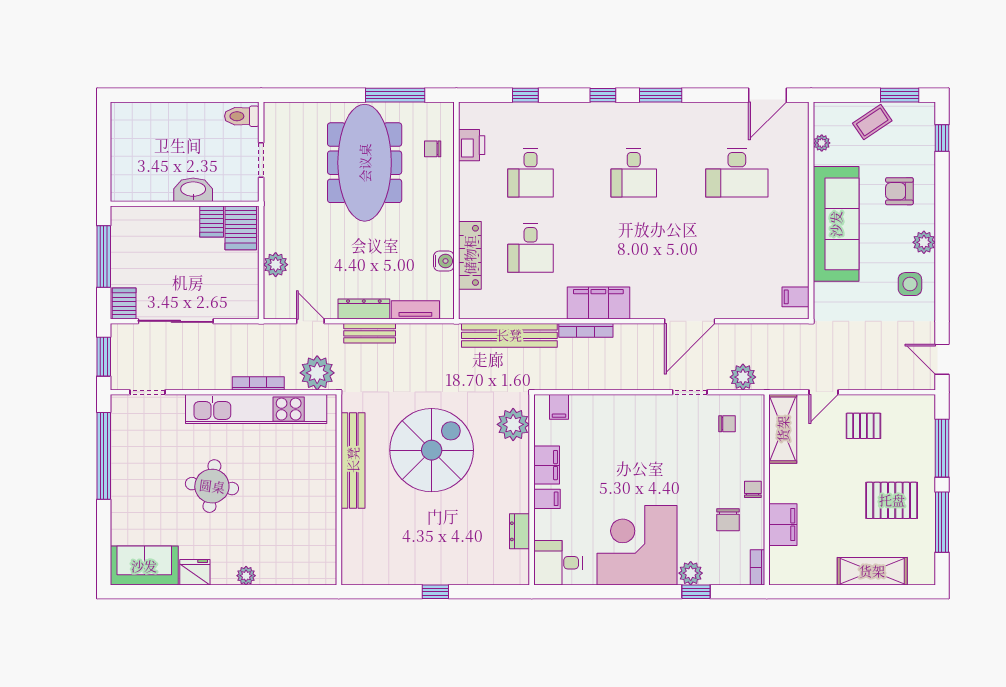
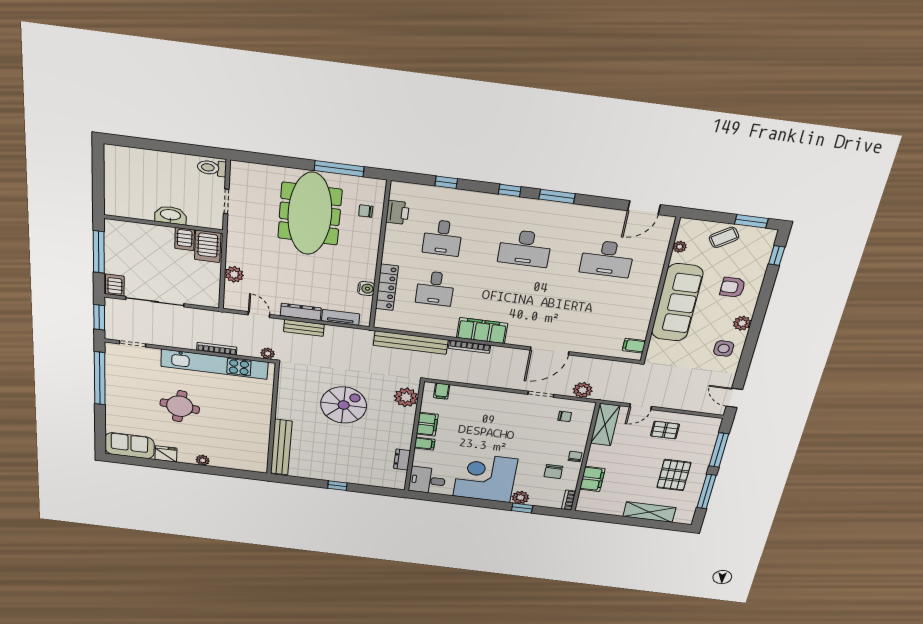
desk: (634, 173) -> (525, 248), width x1.37
plant: (317, 373) -> (268, 353), width x0.53, depth x0.53
spiral stairs: (432, 450) -> (344, 405), width x0.73, depth x0.73
bench: (353, 460) -> (281, 447), moved
pallet: (892, 500) -> (674, 475), turned 90

